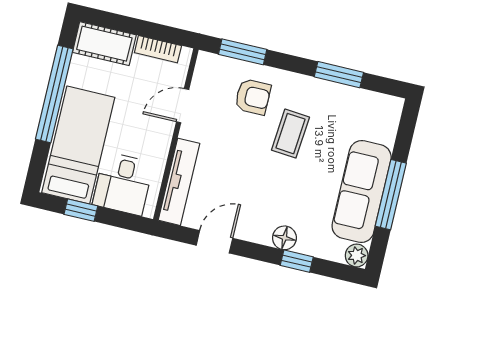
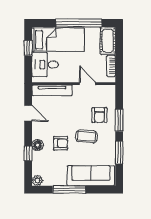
window: (243, 52) -> (119, 120), moved
armchair: (292, 190) -> (61, 143), added
sofa: (362, 192) -> (91, 176), moved

